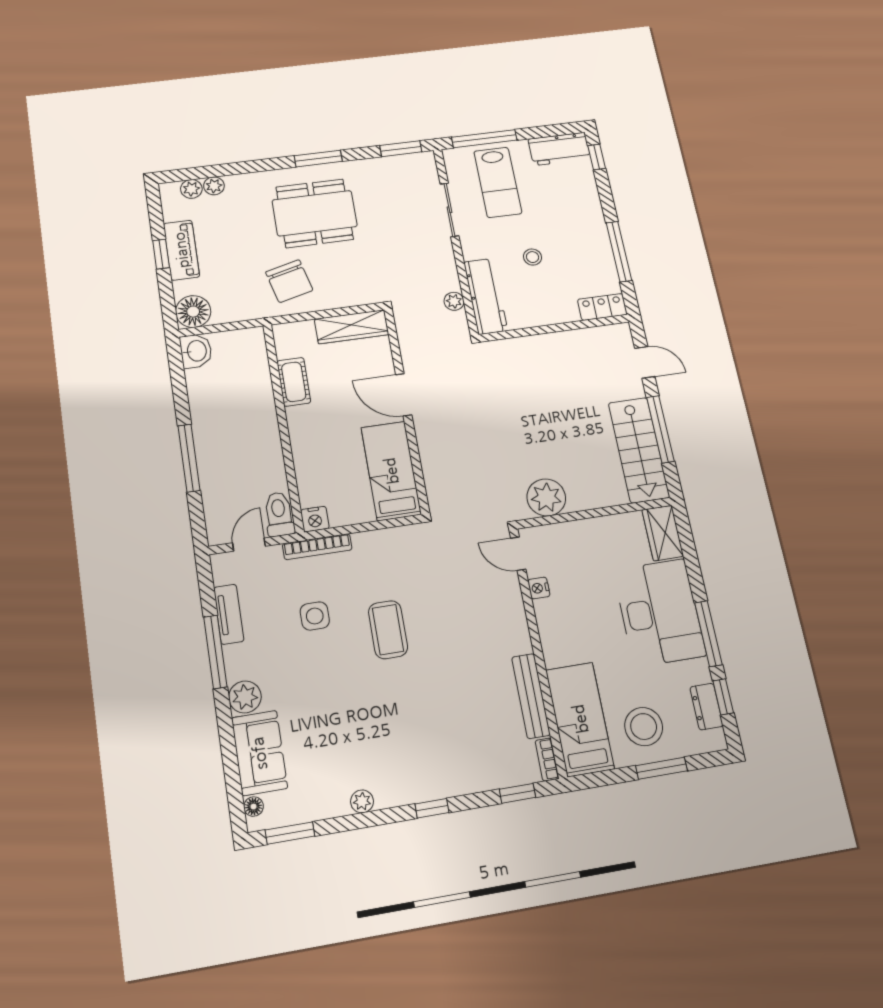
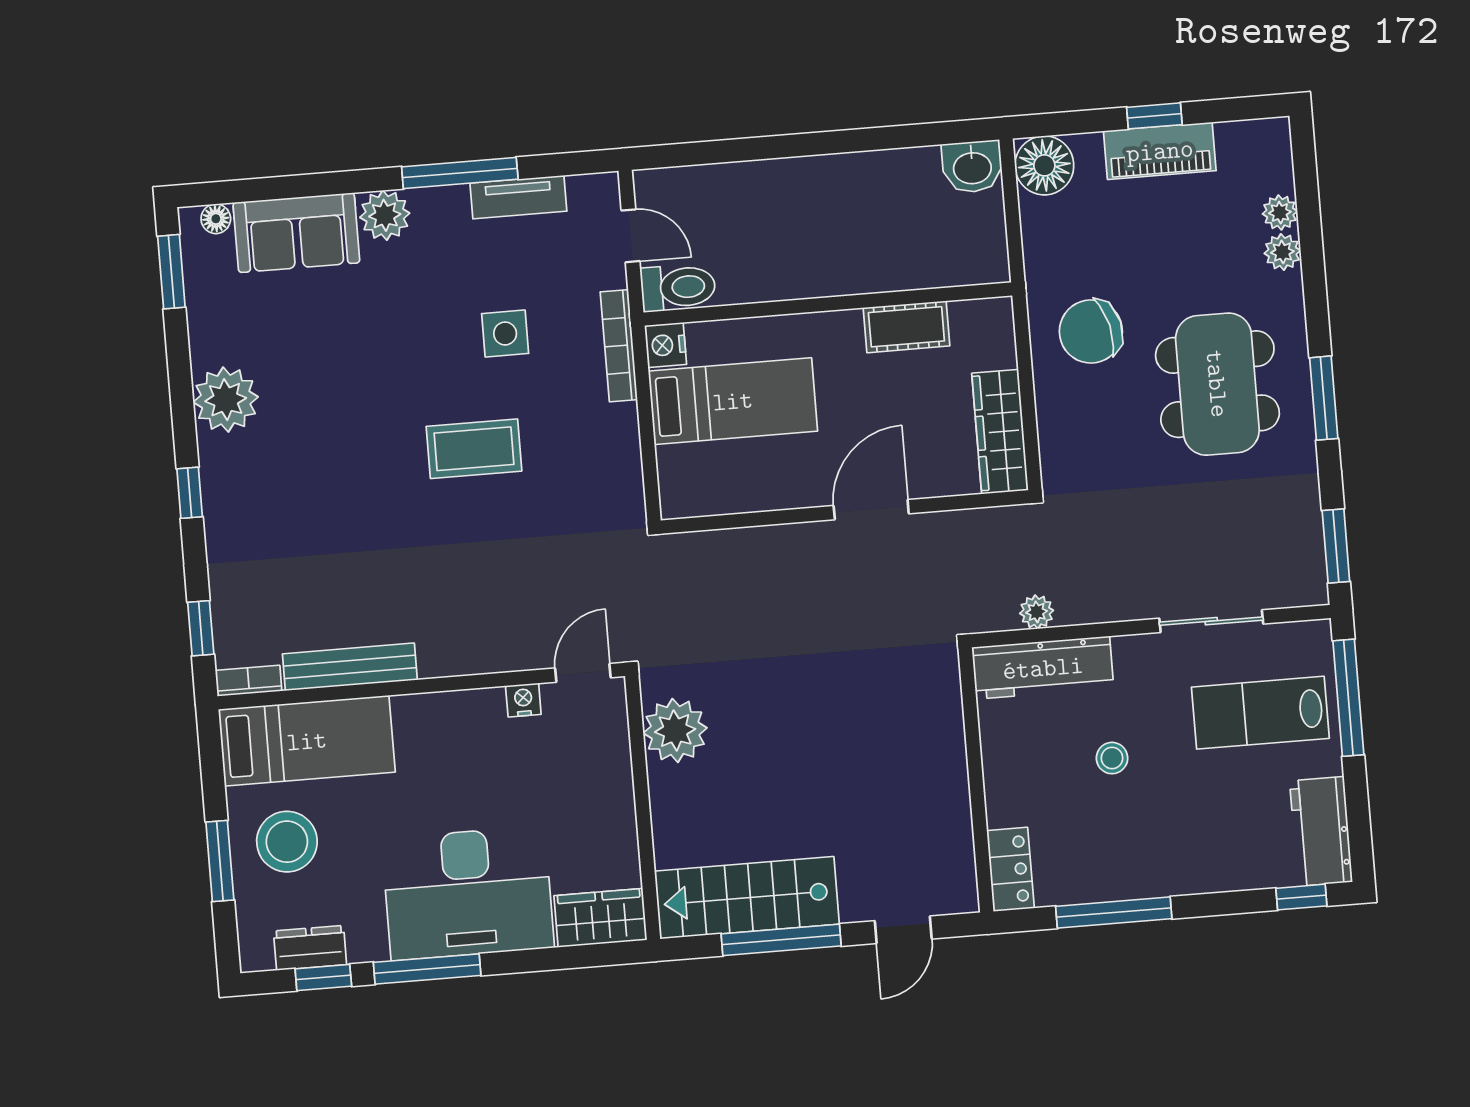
plant: (191, 189) -> (1282, 252), moved
window: (189, 458) -> (784, 146), removed
bed: (391, 471) -> (733, 401), moved
plant: (362, 801) -> (226, 400), width x1.87, depth x1.87

